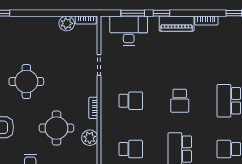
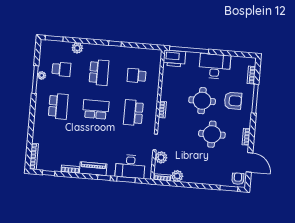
school desk: (131, 101) -> (133, 113), width x1.85
school desk: (180, 101) -> (96, 109), width x1.85
round table: (56, 128) -> (202, 101), moved
plant: (90, 138) -> (161, 157), moved

